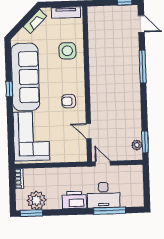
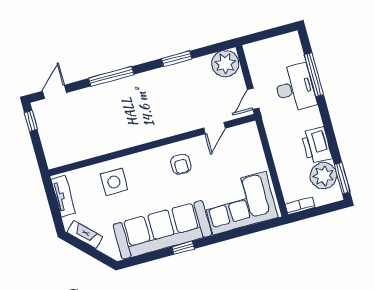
window: (145, 142) -> (176, 59), moved
plant: (137, 145) -> (225, 64), width x1.87, depth x1.87
printer: (74, 200) -> (316, 145), moved

